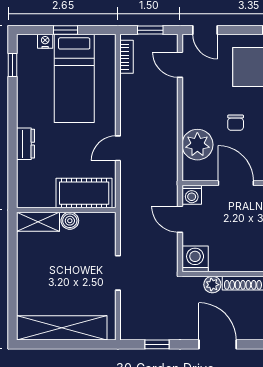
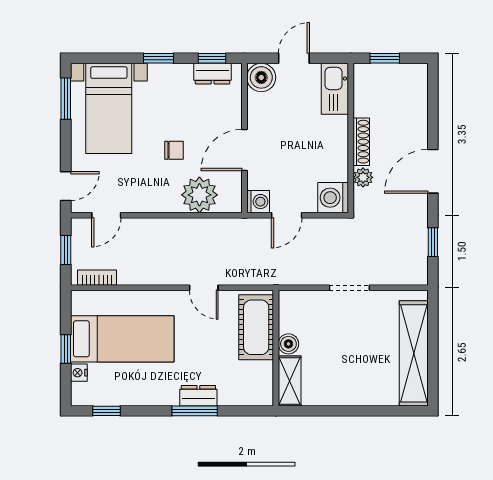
window: (12, 140) -> (195, 411), added

